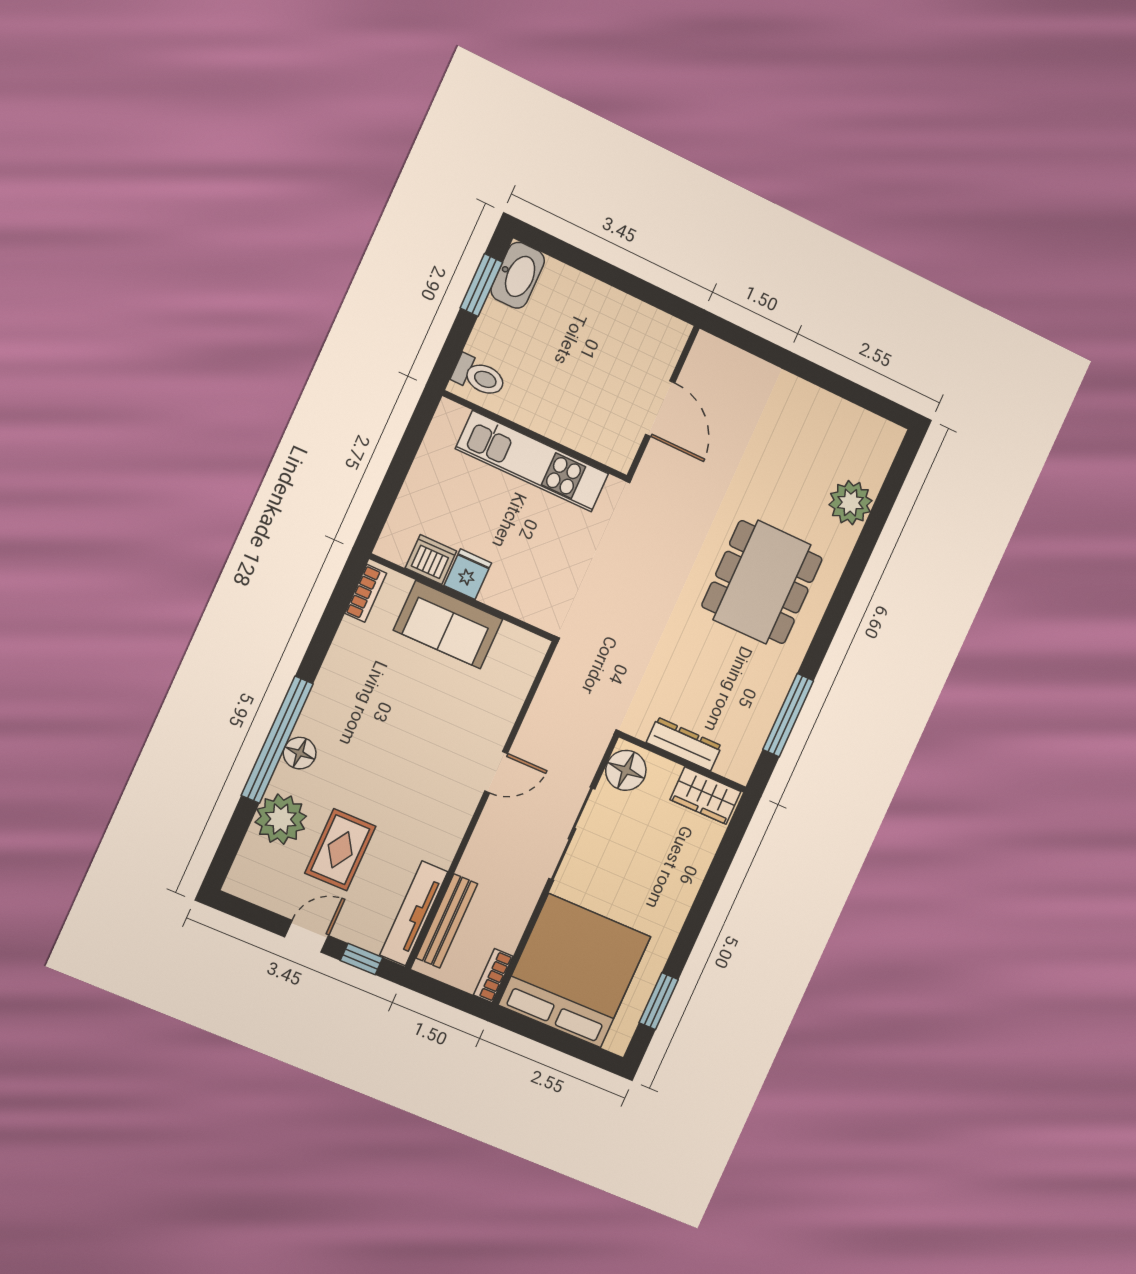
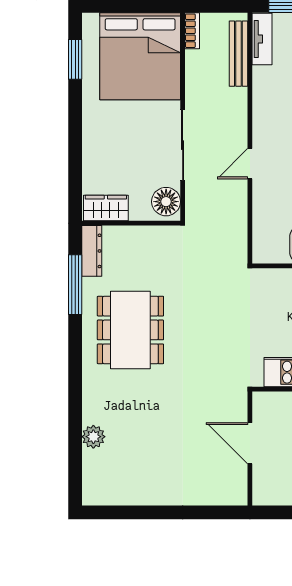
plant: (850, 503) -> (93, 437), width x0.73, depth x0.73
dining table: (762, 582) -> (130, 330), moved
dresser: (684, 744) -> (92, 251), moved, turned -90
tv unit: (414, 913) -> (262, 39), width x0.71

